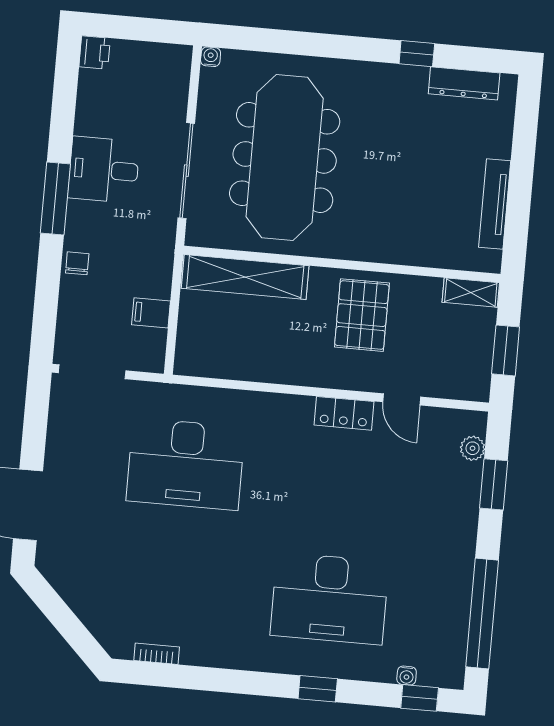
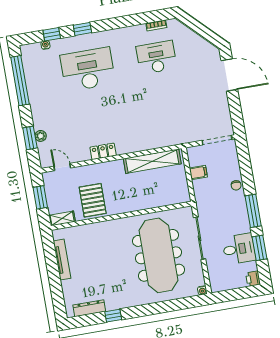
window: (63, 115) -> (260, 248), added
desk: (104, 170) -> (239, 249), moved
shelving: (245, 277) -> (152, 161), moved
pallet: (362, 315) -> (93, 200), moved
door: (402, 399) -> (62, 167), moved
plant: (473, 448) -> (41, 136), moved
desk: (186, 464) -> (156, 57), moved, width x0.73, depth x0.77
window: (420, 698) -> (52, 34), moved

